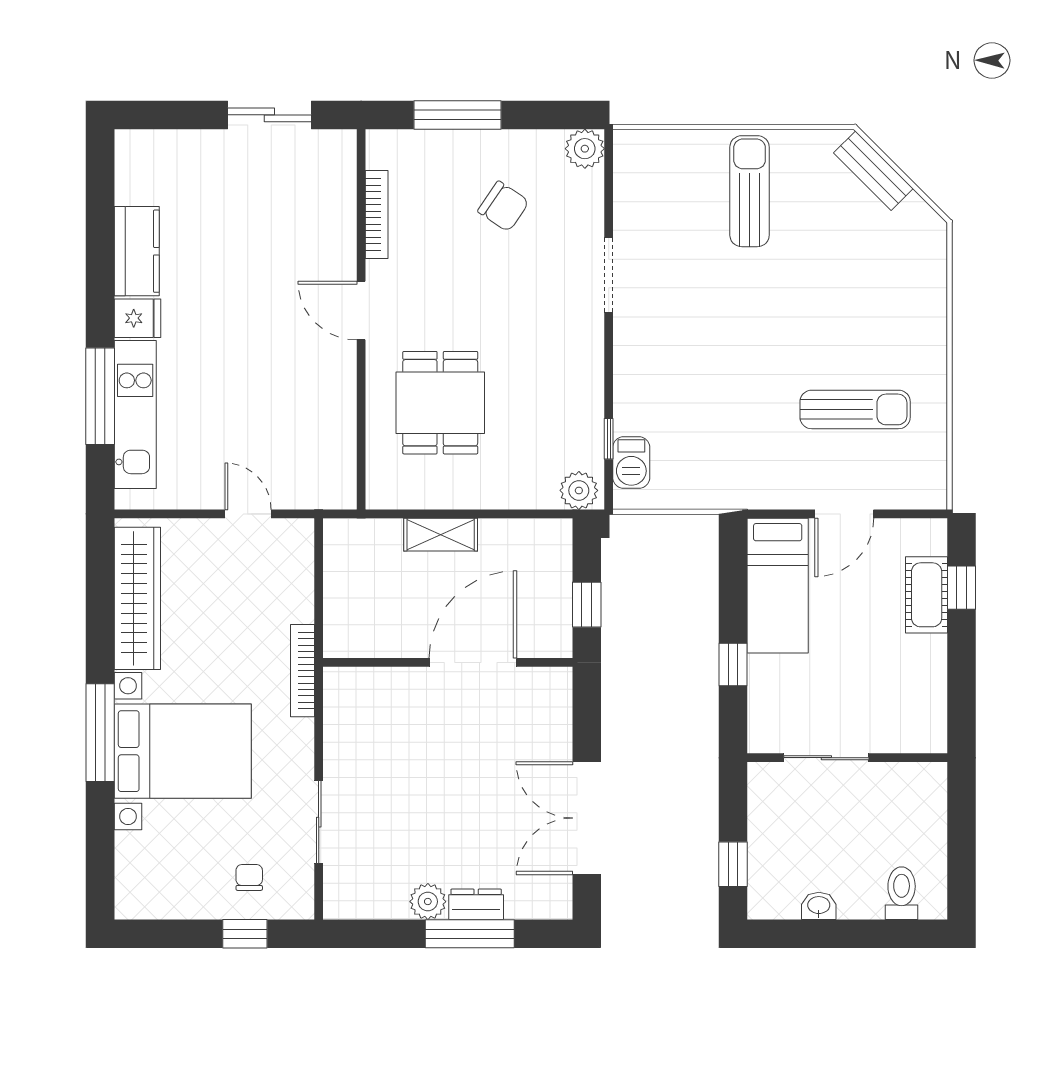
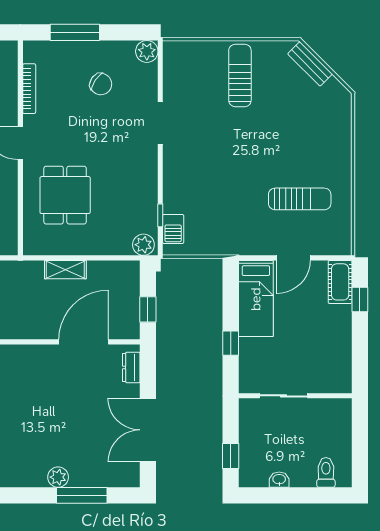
cot: (927, 595) -> (340, 282), moved
dresser: (476, 904) -> (131, 367), moved, turned -90

